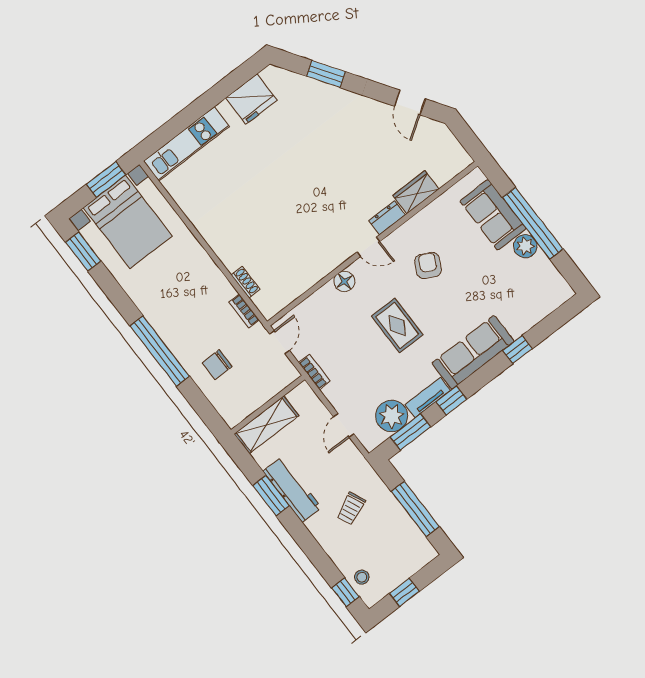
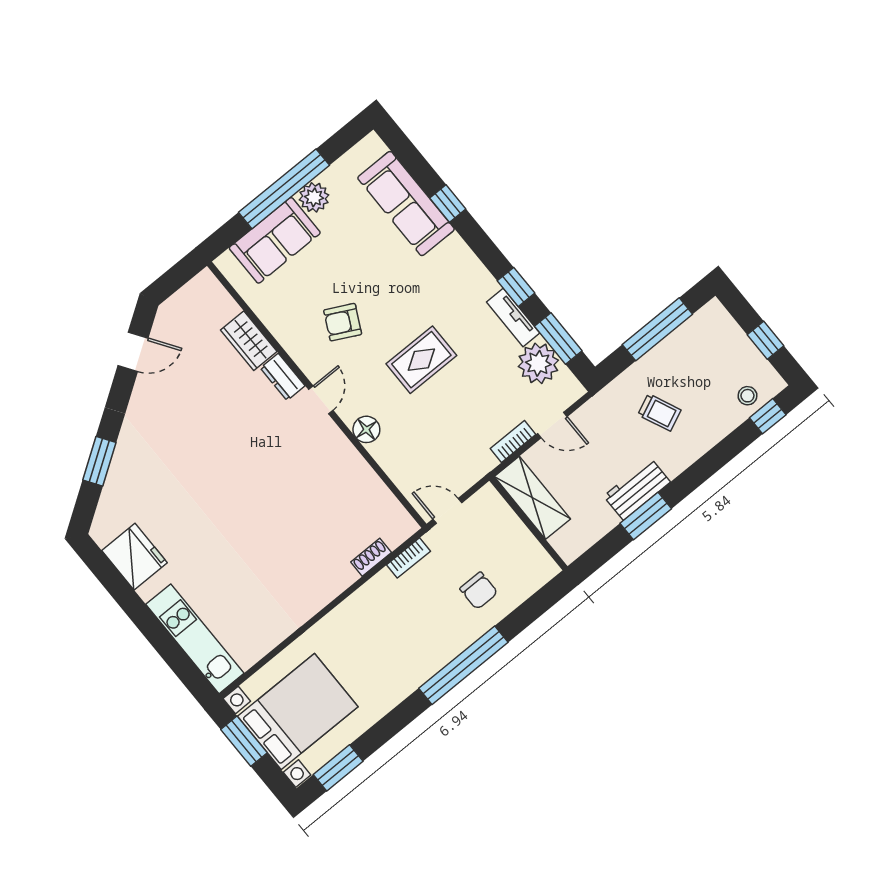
sofa: (473, 352) -> (406, 204), moved
bookcase: (314, 372) -> (513, 441), moved
shelving: (266, 425) -> (532, 498), moved
workbench: (292, 489) -> (637, 489), width x0.73

